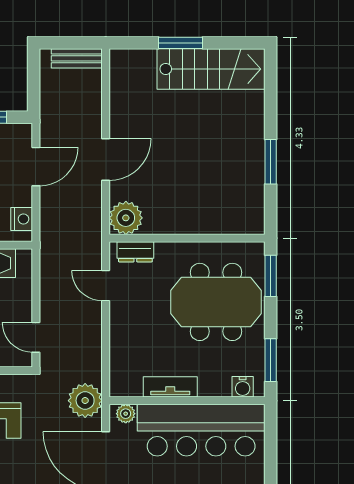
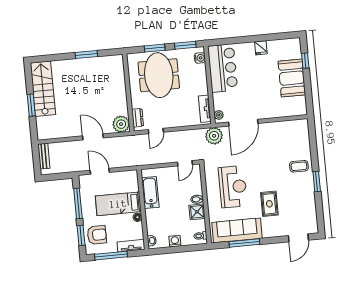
nightstand: (22, 219) -> (127, 176), removed
window: (271, 276) -> (155, 48), moved
tv unit: (170, 387) -> (205, 109), moved
bar counter: (201, 430) -> (223, 68), width x0.73

